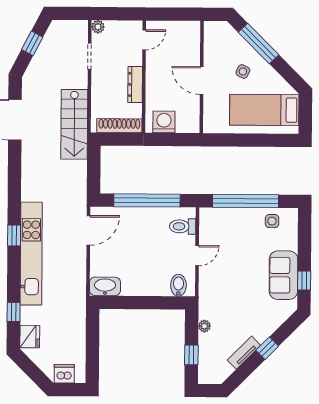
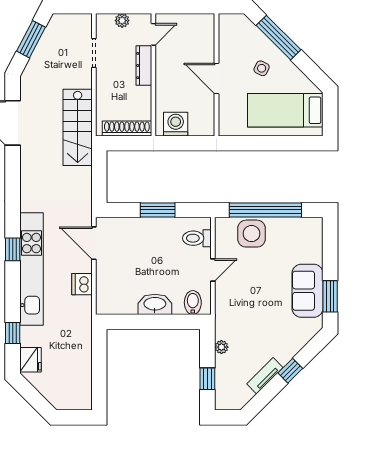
plant: (98, 27) -> (122, 21), moved
window: (32, 43) -> (31, 39), width x1.50
dresser: (135, 84) -> (144, 66), moved
window: (147, 200) -> (158, 210), width x0.47
side table: (272, 221) -> (251, 234), moved, width x1.87, depth x1.87
door: (88, 230) -> (94, 243), swing flipped
window: (304, 281) -> (330, 296), width x1.50
washbasin: (105, 286) -> (155, 304), moved
dishwasher: (64, 374) -> (82, 284), moved, turned -90

